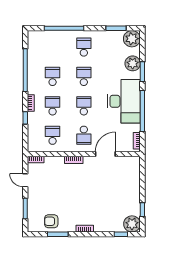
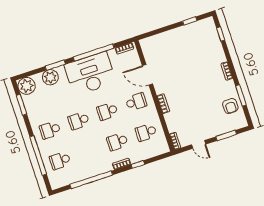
school desk: (53, 76) -> (60, 161), moved
door: (25, 180) -> (199, 144), hinge flipped
plant: (132, 224) -> (207, 26), removed

